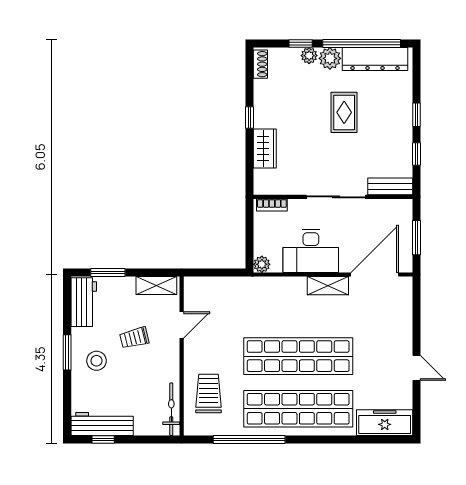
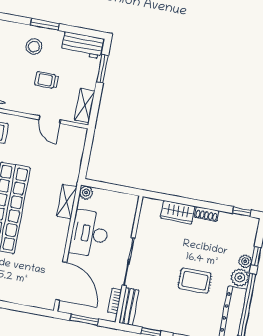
shoe rack: (260, 64) -> (207, 214), moved
window: (250, 118) -> (242, 212), moved
bookcase: (272, 205) -> (115, 301), moved
shelving: (328, 286) -> (67, 202), moved
trolley: (134, 338) -> (47, 80), turned -76

